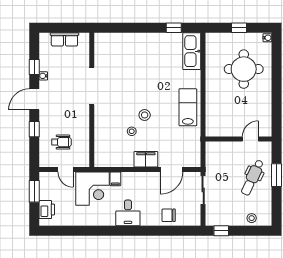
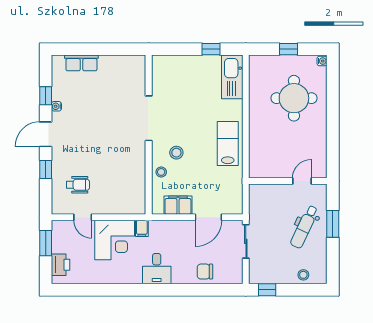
doorway: (92, 86) -> (149, 118), moved
wall: (92, 100) -> (149, 135), moved

